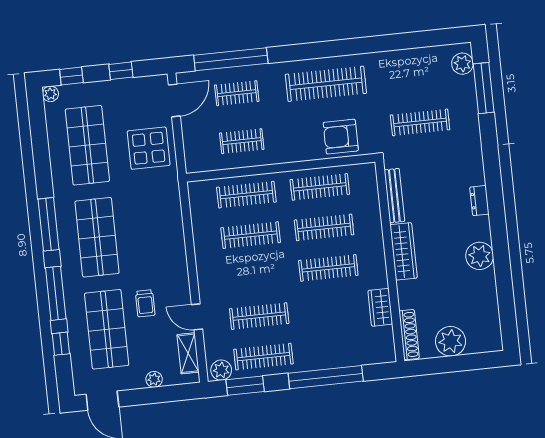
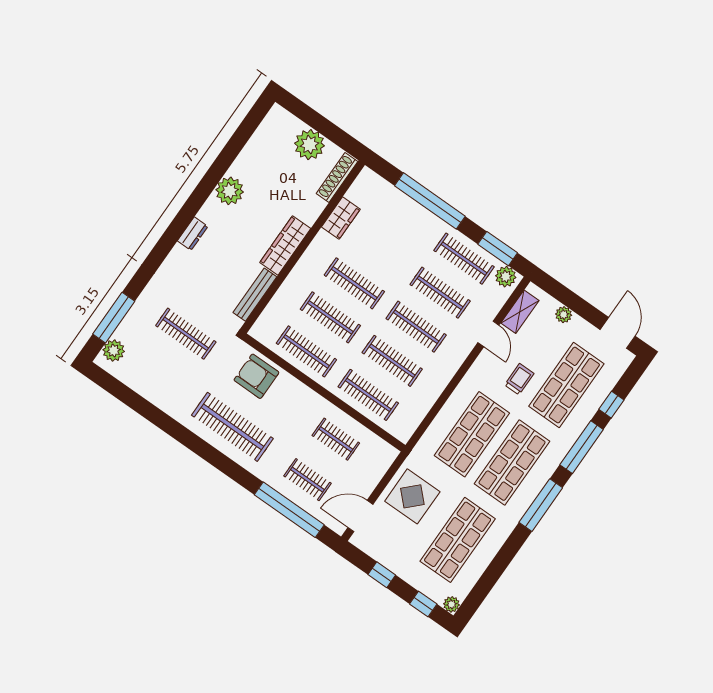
armchair: (341, 137) -> (256, 376), turned 180
shop shelf: (145, 232) -> (472, 434), added
clothes rail: (255, 276) -> (416, 327), added

